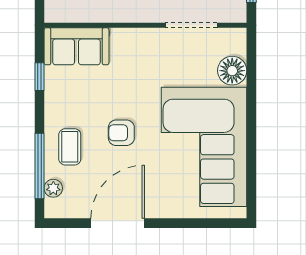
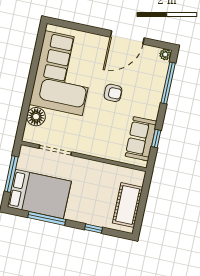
sofa: (76, 46) -> (141, 139), moved, turned -90
coffee table: (70, 147) -> (147, 91), removed
plant: (53, 188) -> (165, 54), moved

